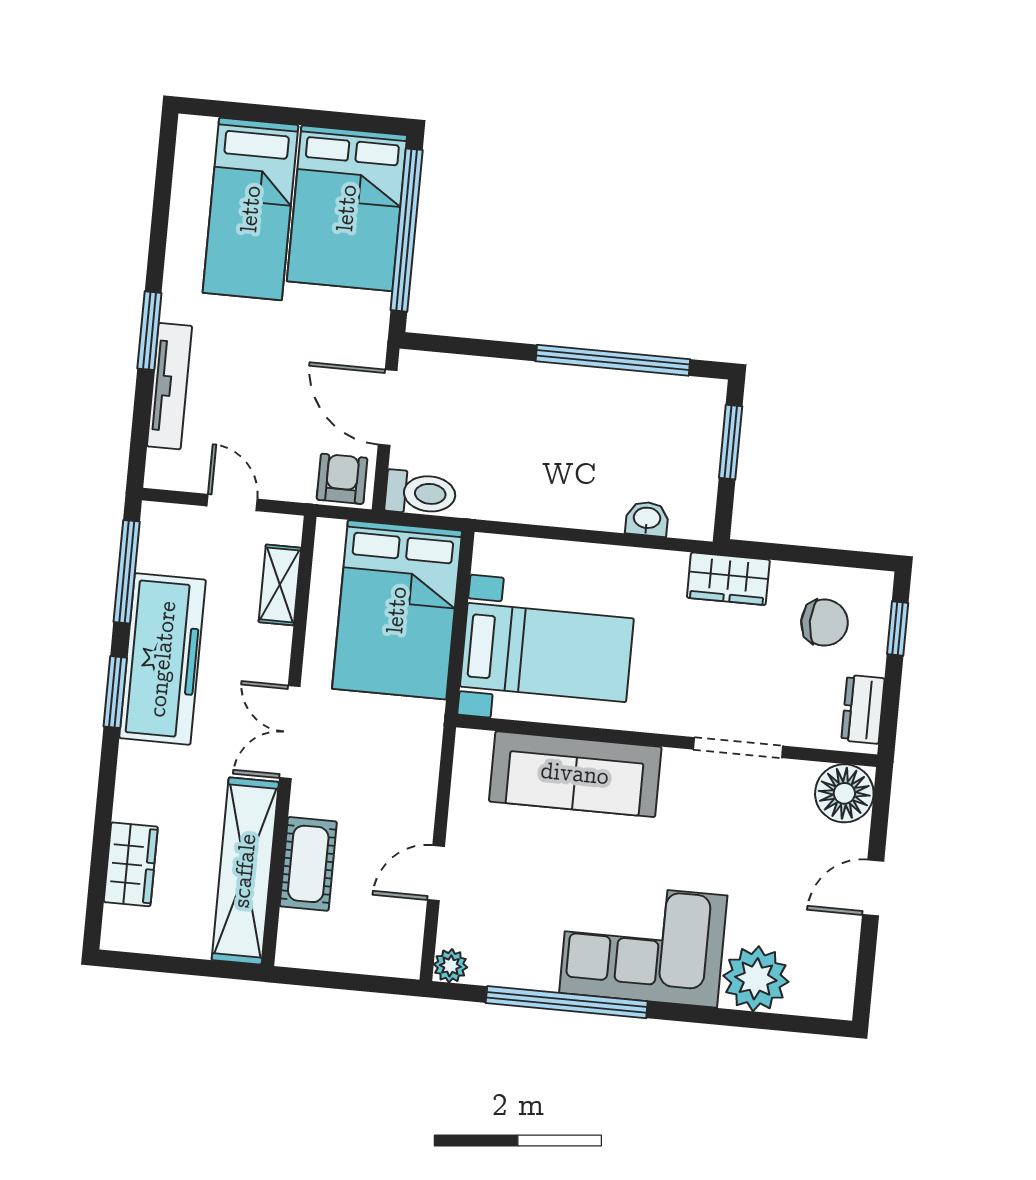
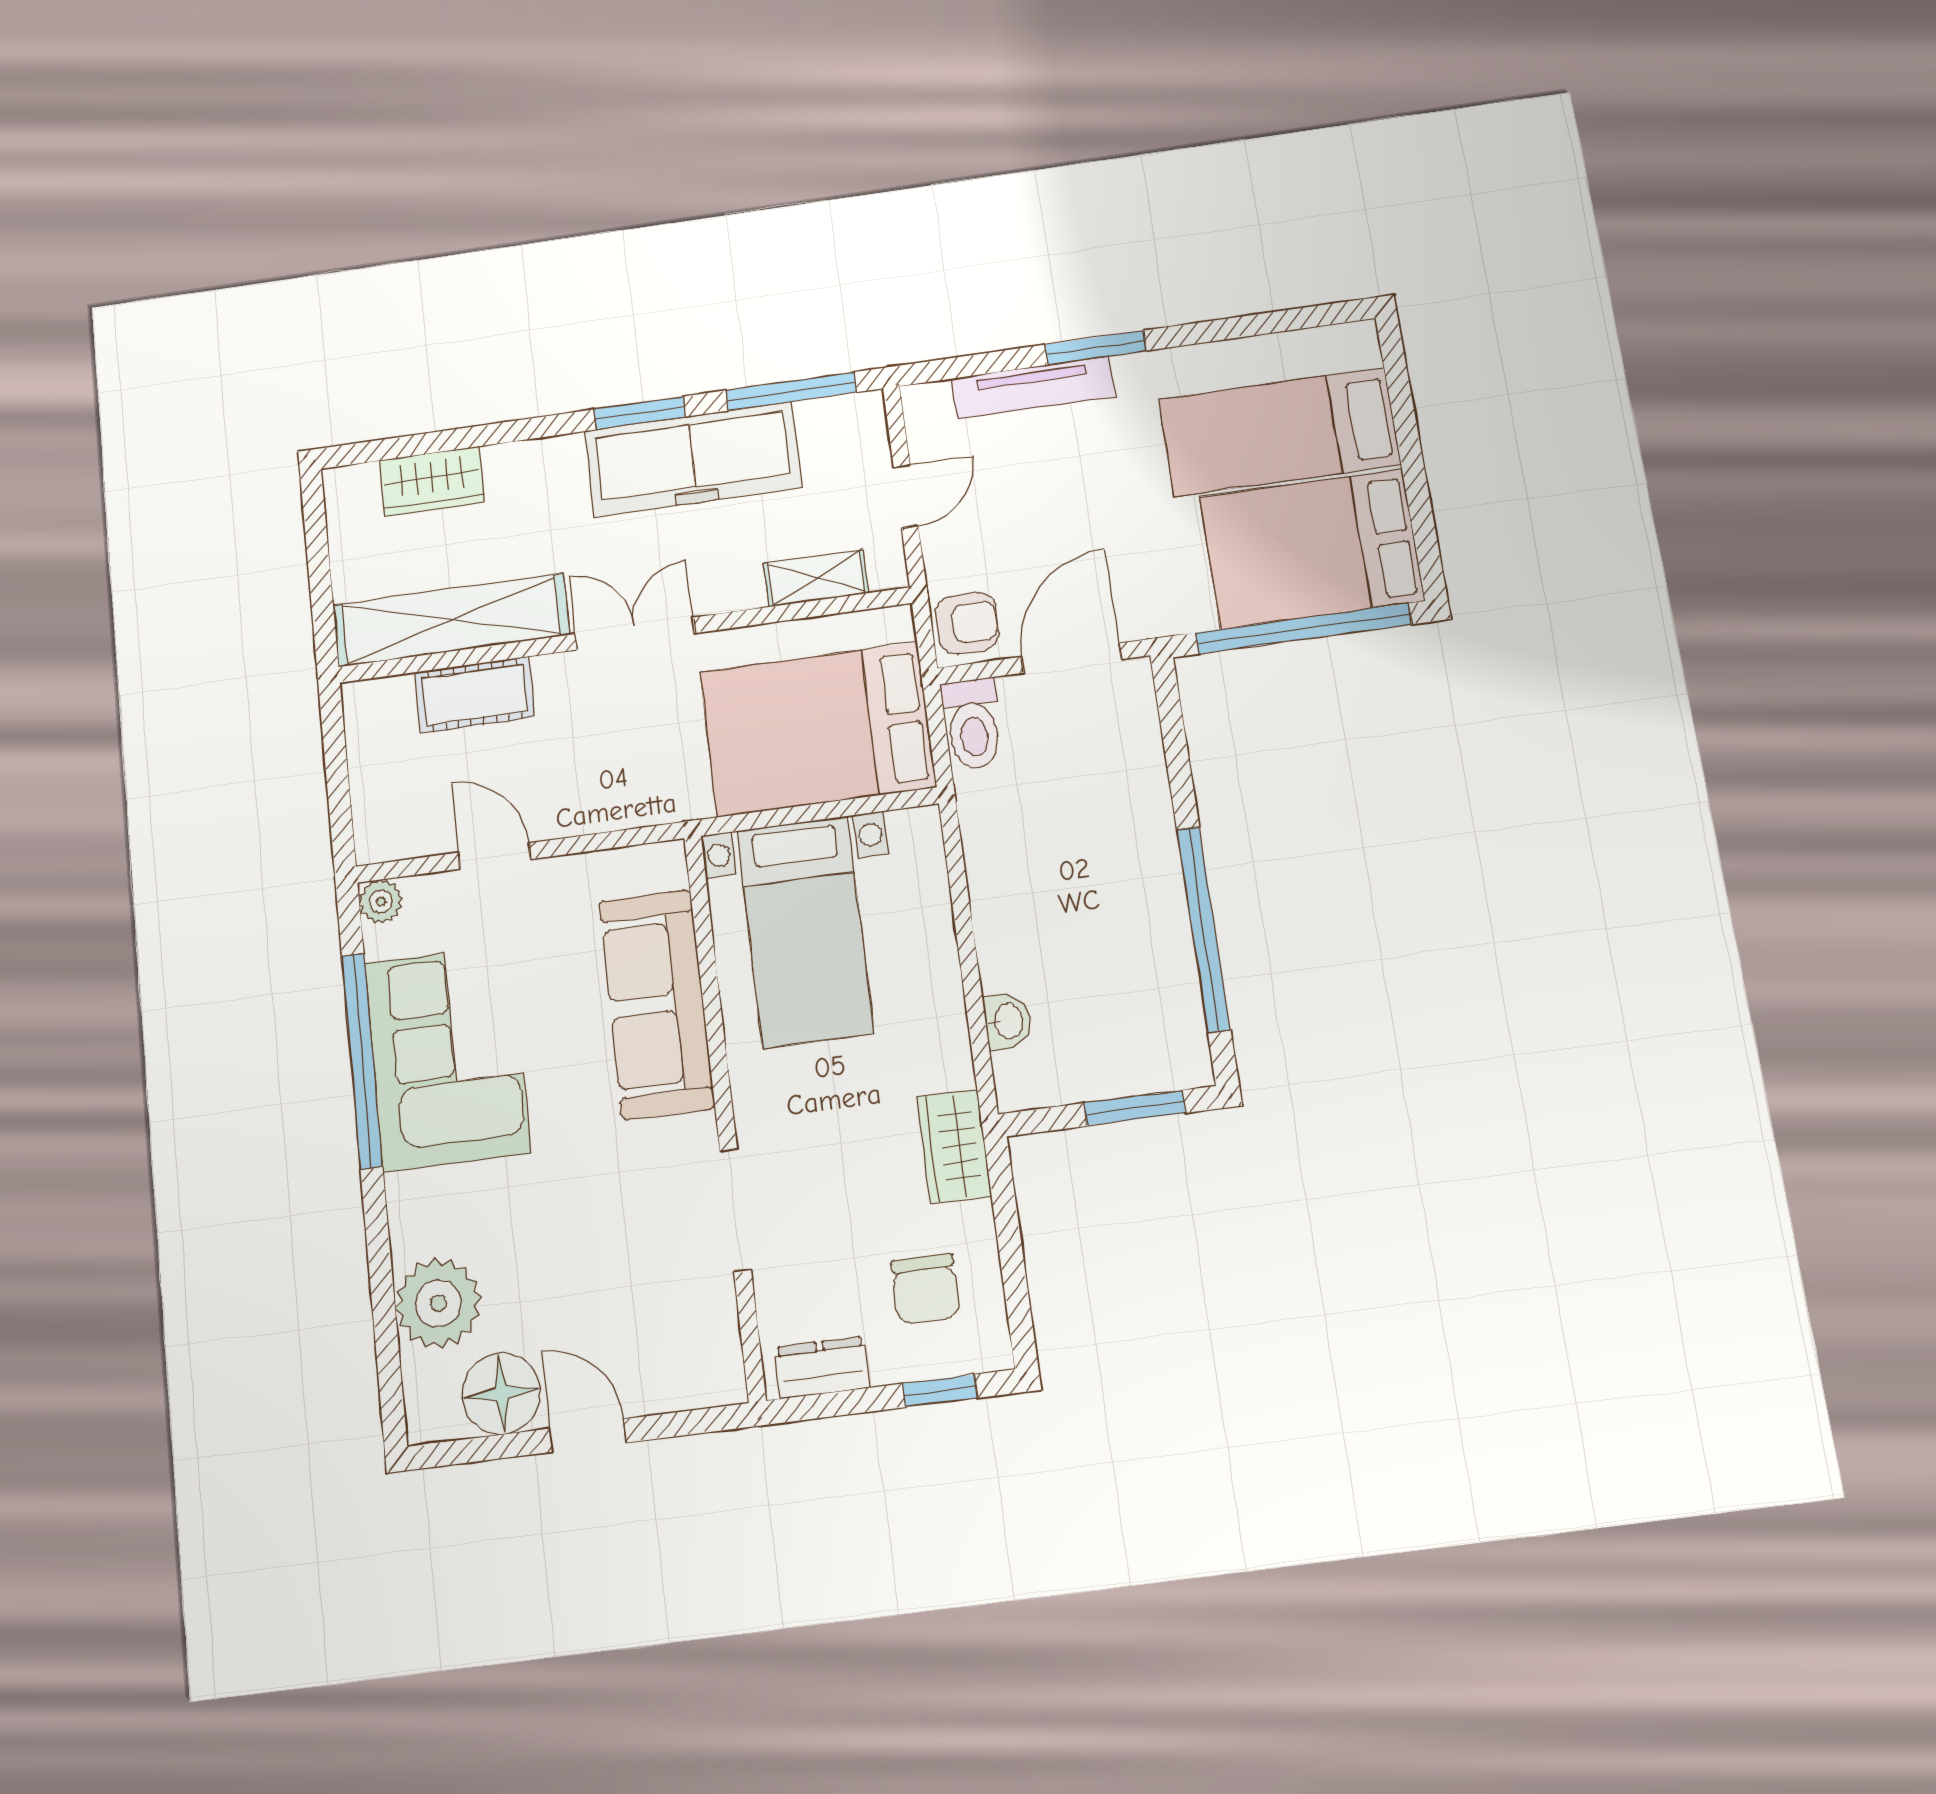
floor lamp: (844, 793) -> (502, 1394), moved
corner sofa: (643, 944) -> (447, 1057), moved

